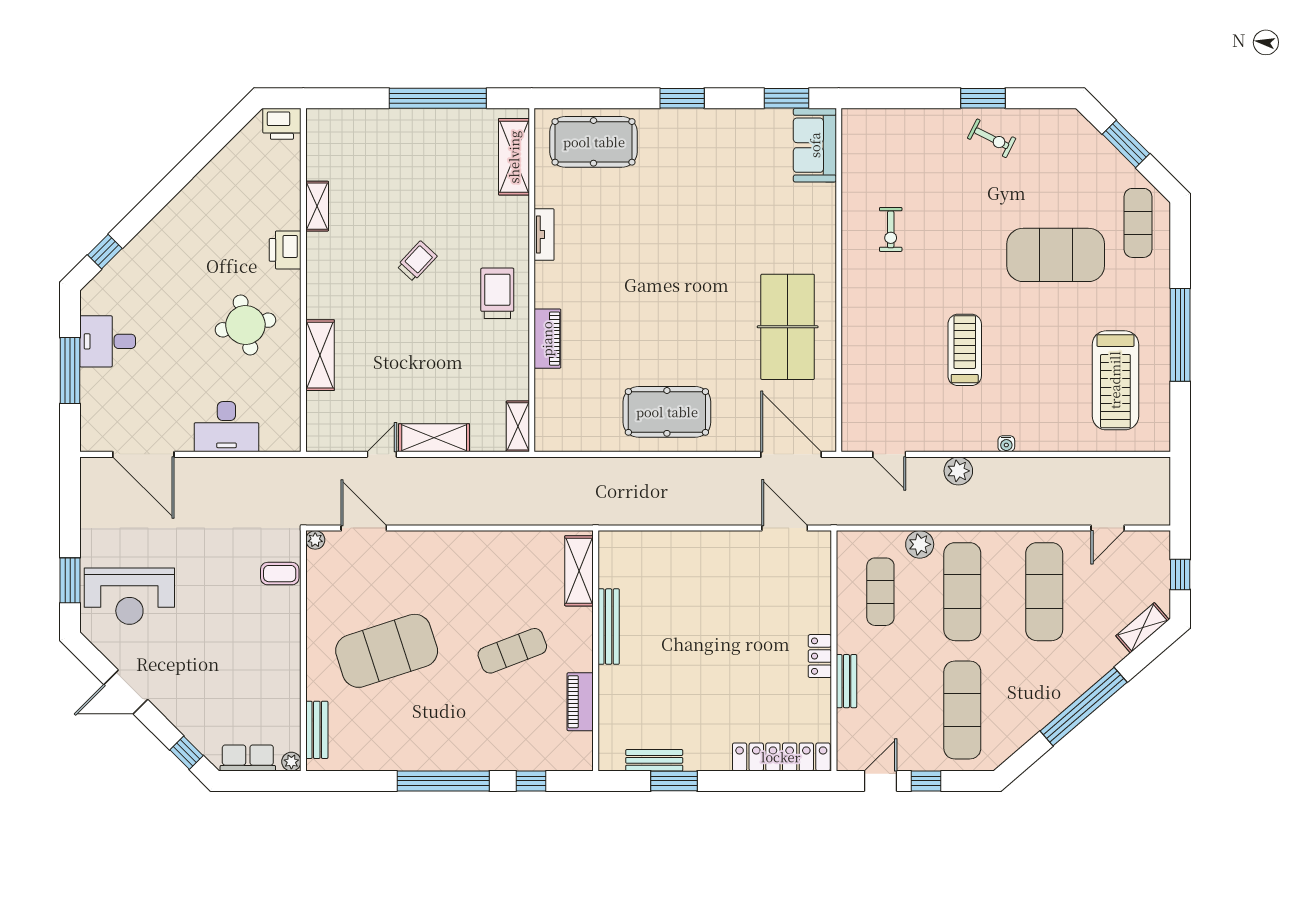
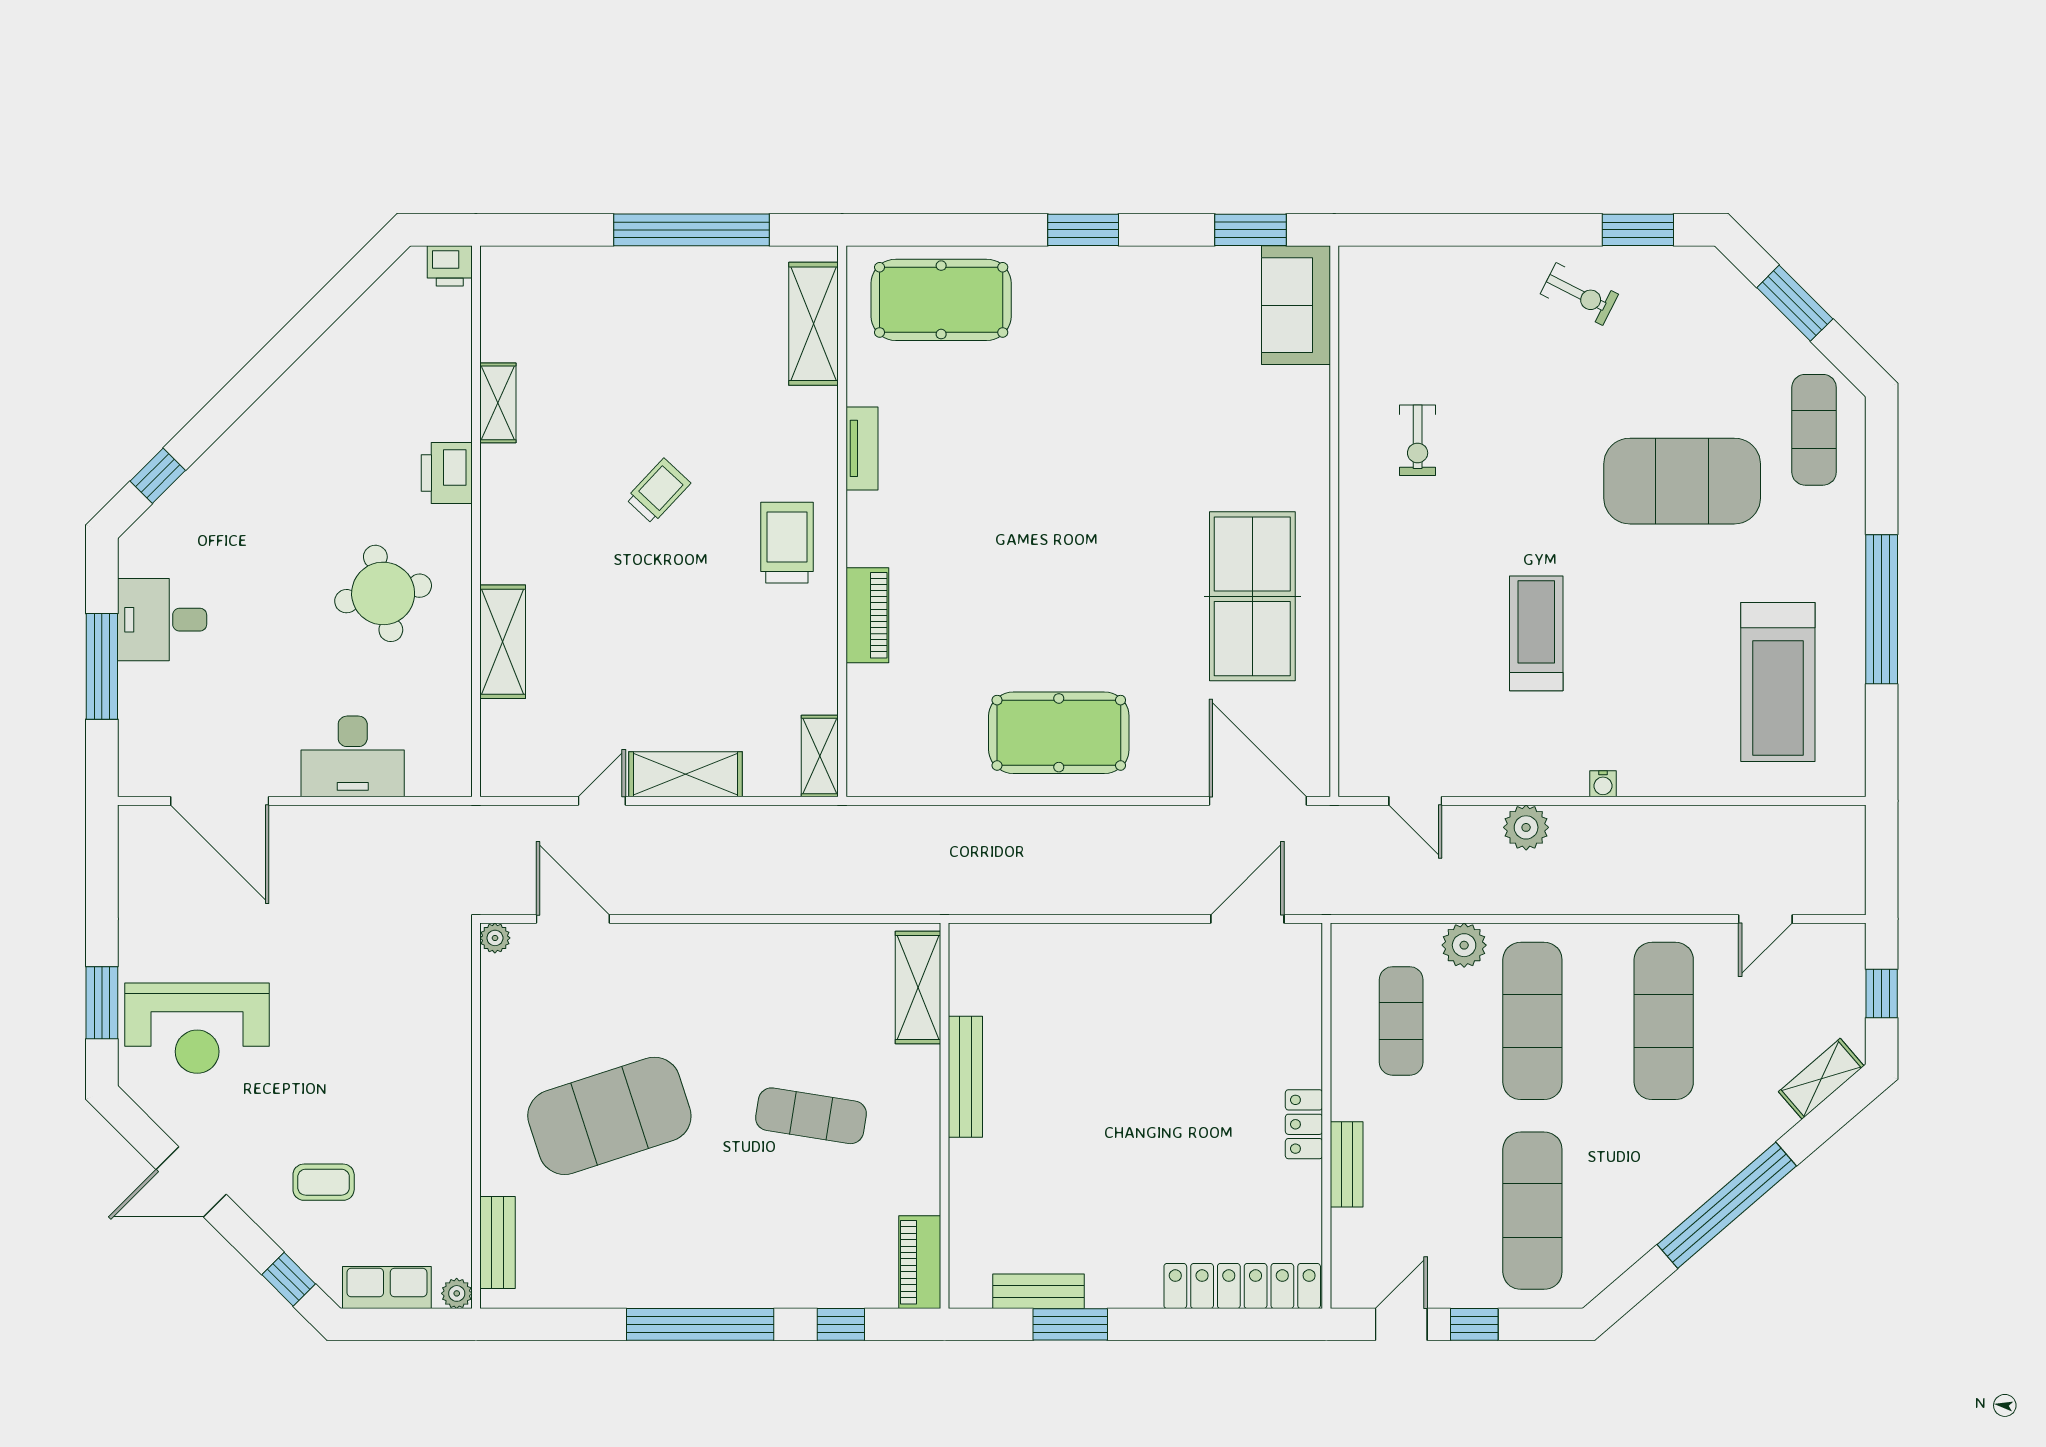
window: (983, 98) -> (1638, 230), moved
printer: (282, 124) -> (450, 266), width x0.73, depth x0.81
door: (785, 528) -> (1247, 919), hinge flipped
coffee table: (280, 574) -> (324, 1182), moved
exercise mat: (512, 651) -> (811, 1116), turned 30
piano: (580, 702) -> (920, 1262), moved

